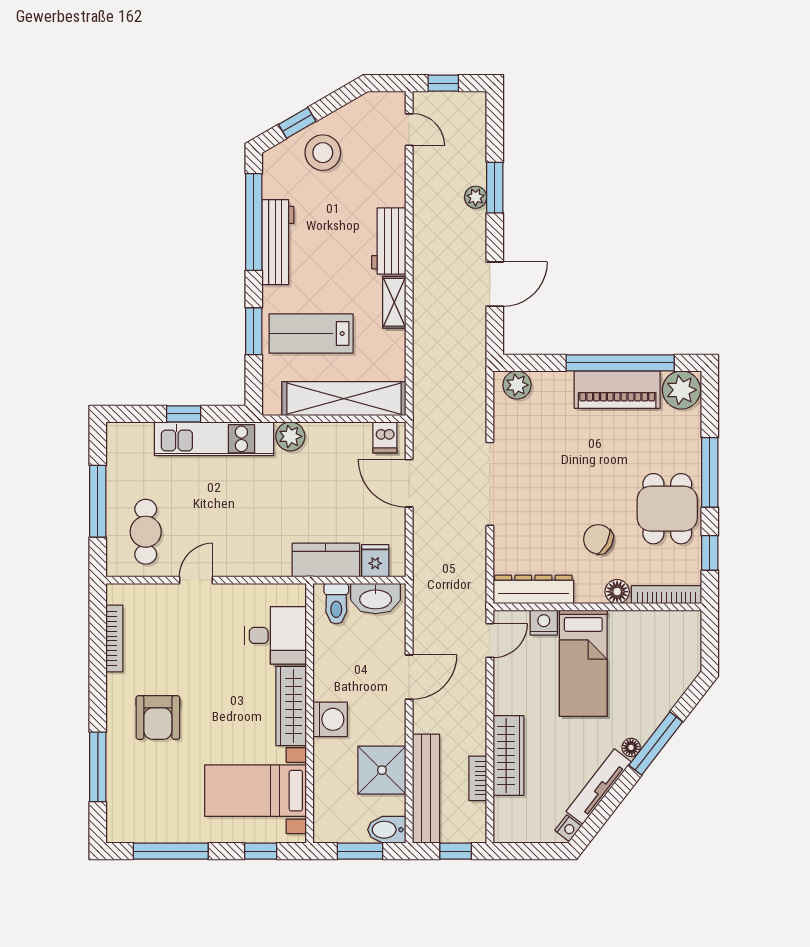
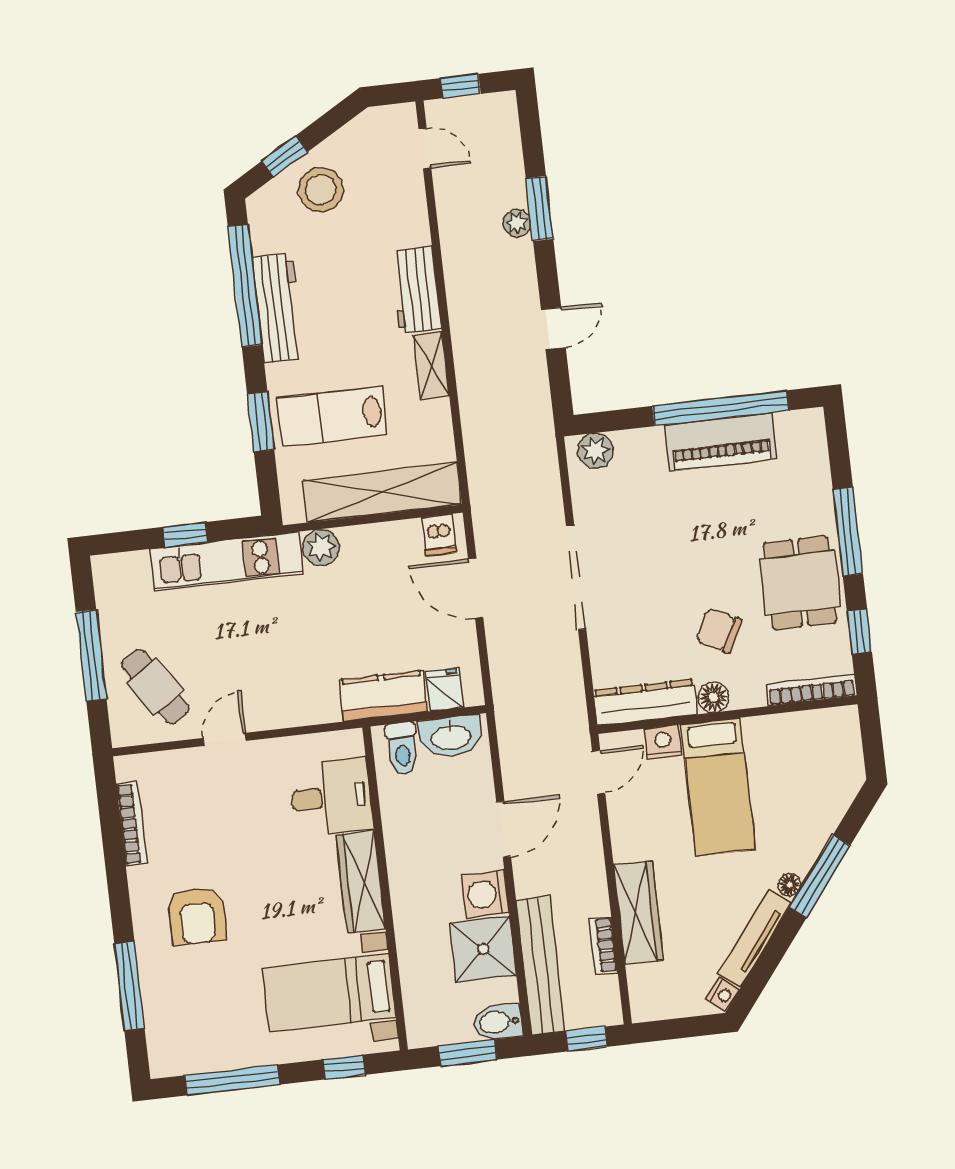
door: (495, 284) -> (553, 329), width x0.73
plant: (681, 390) -> (801, 433), removed
cafe table: (146, 532) -> (155, 686), turned -33
floor lamp: (617, 592) -> (714, 697), moved
washing machine: (330, 719) -> (485, 894), moved, turned 180

